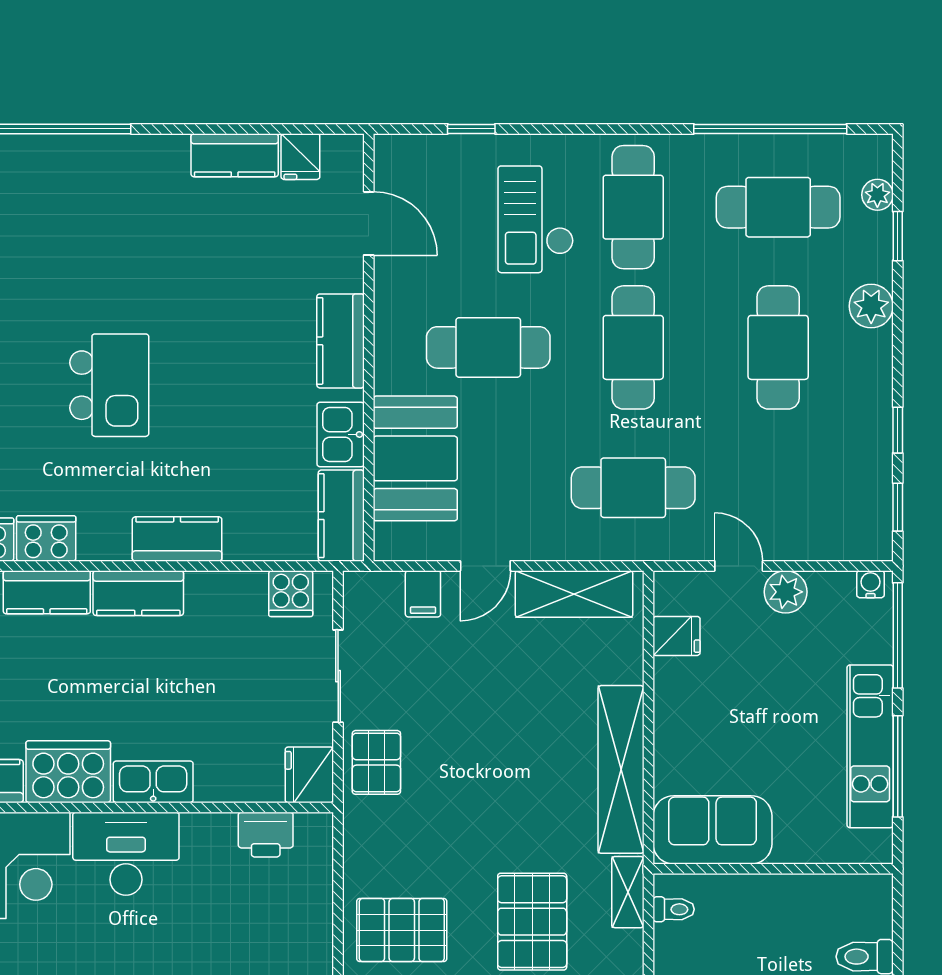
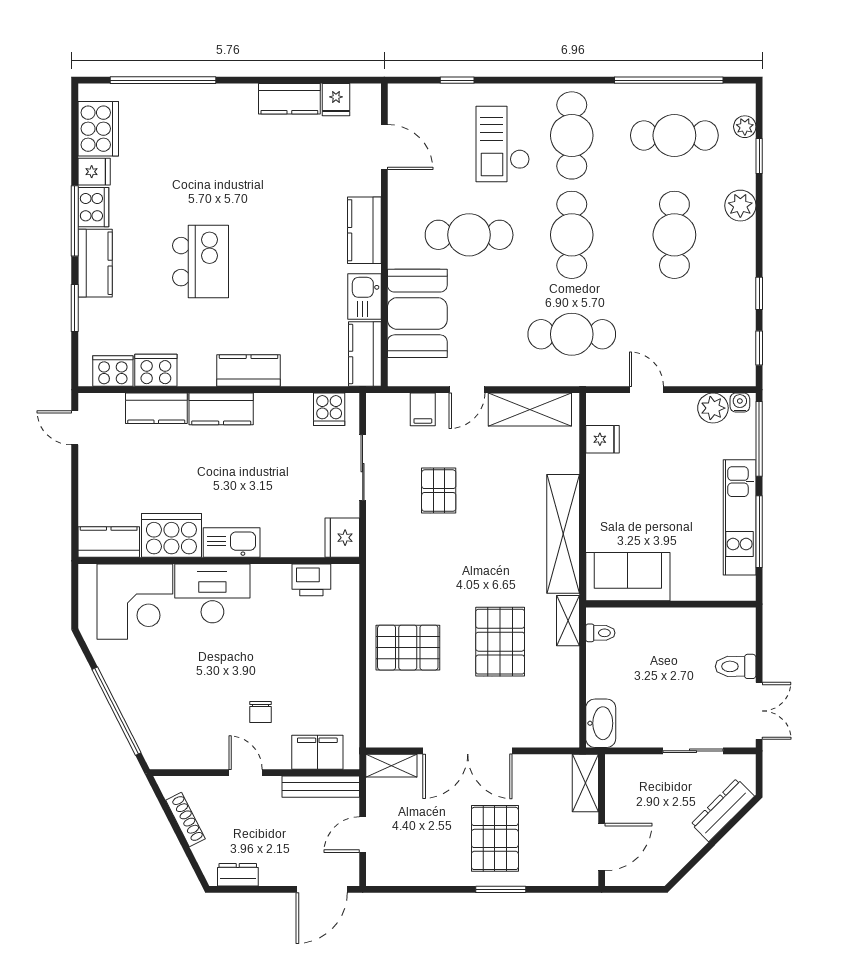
plant: (786, 592) -> (713, 408), moved
pallet: (376, 762) -> (439, 491), moved

